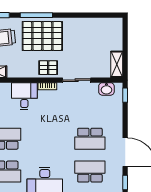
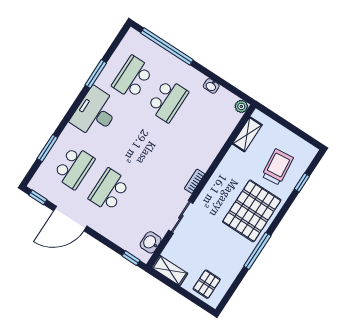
window: (36, 15) -> (257, 251), moved
pallet: (48, 68) -> (207, 284), moved
desk: (24, 96) -> (200, 150), removed

